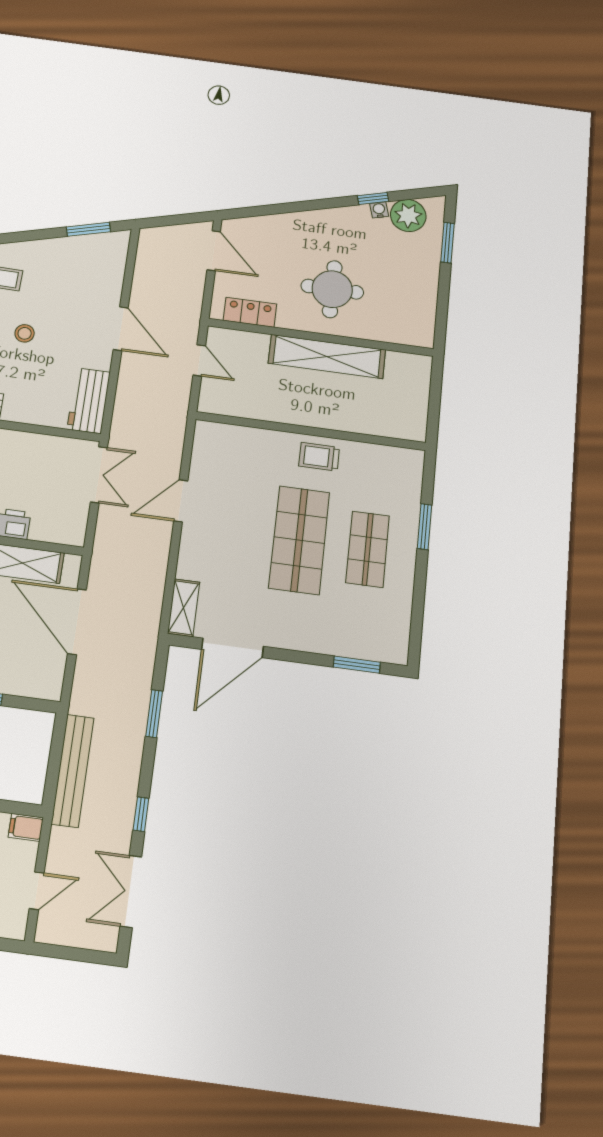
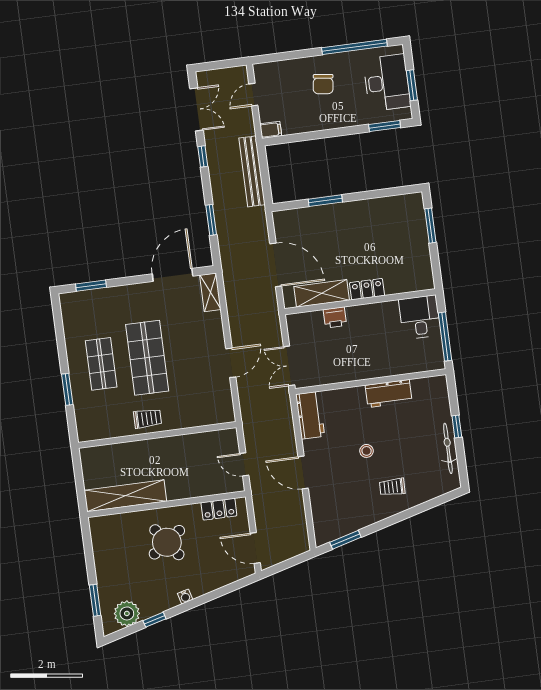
water cooler: (379, 210) -> (185, 597), moved
round table: (332, 289) -> (167, 542), turned -36
shelving: (327, 356) -> (125, 496), moved

